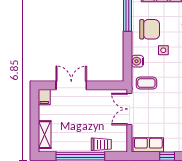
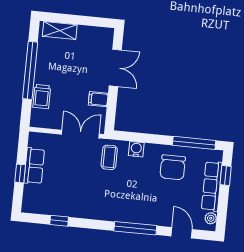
side table: (163, 50) -> (146, 181), removed
filing cabinet: (44, 97) -> (98, 99), moved
row of seats: (148, 145) -> (34, 166), moved

